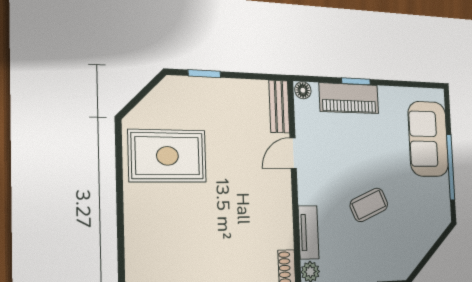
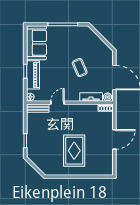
sofa: (428, 139) -> (36, 43), moved, turned -90
door: (293, 153) -> (58, 103), swing flipped
rug: (167, 156) -> (74, 151), moved

